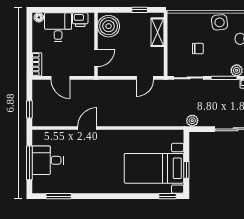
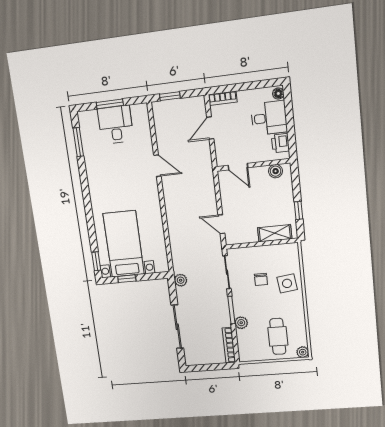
side table: (220, 22) -> (287, 283), moved
boiler: (109, 26) -> (276, 171), width x0.54, depth x0.54
window: (29, 163) -> (110, 104), width x0.69

